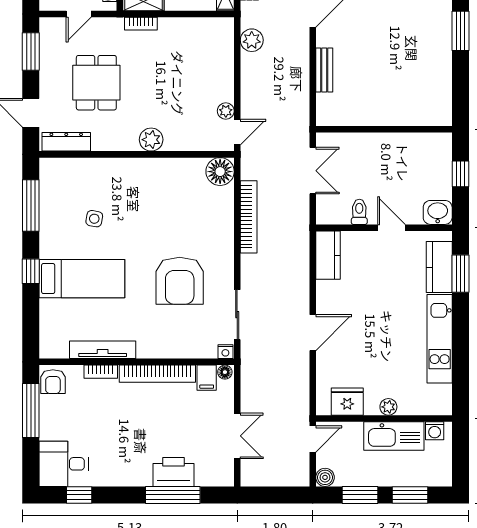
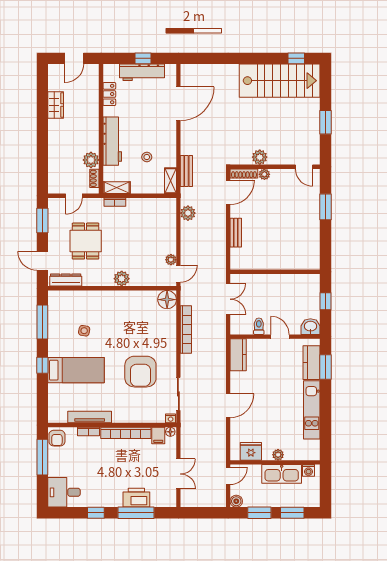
window: (79, 495) -> (96, 513), moved

